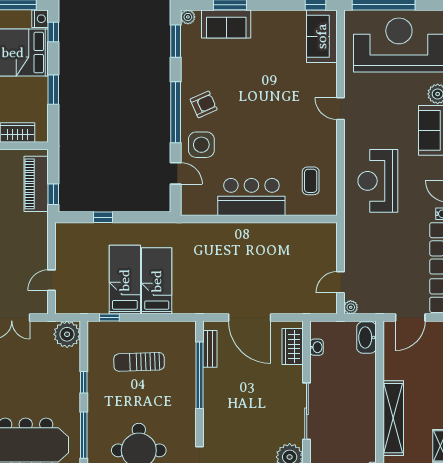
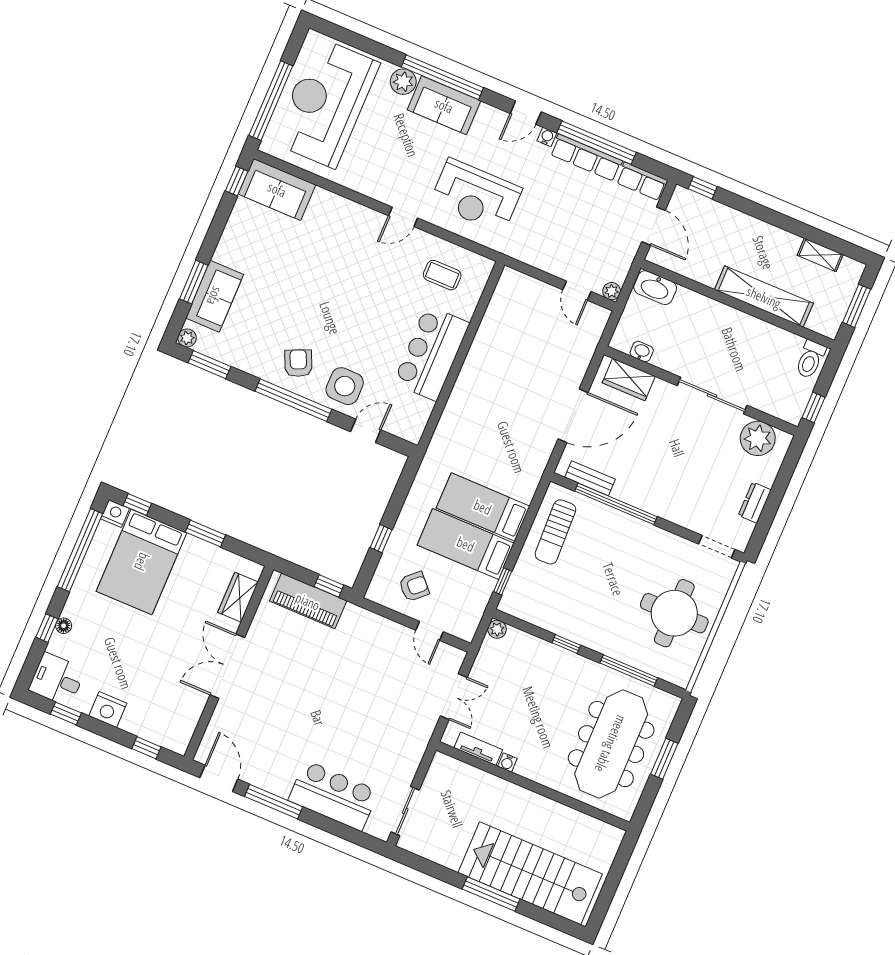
door: (341, 109) -> (403, 217), moved
armchair: (79, 255) -> (414, 587), added
plant: (67, 334) -> (497, 629), width x0.53, depth x0.53
sun lounger: (139, 362) -> (555, 532), moved

